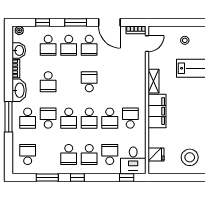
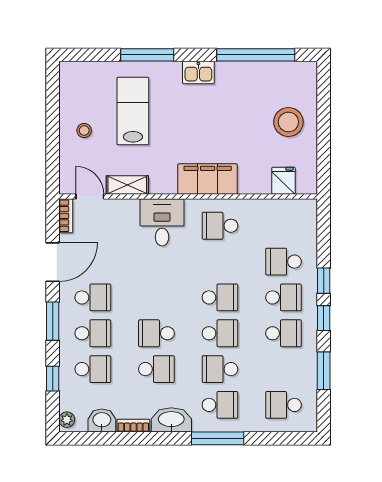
shelving: (154, 81) -> (127, 185), moved
school desk: (89, 82) -> (156, 333), moved
school desk: (110, 118) -> (220, 262), removed
desk: (133, 160) -> (162, 222), moved, turned -90
window: (127, 177) -> (324, 281), moved

